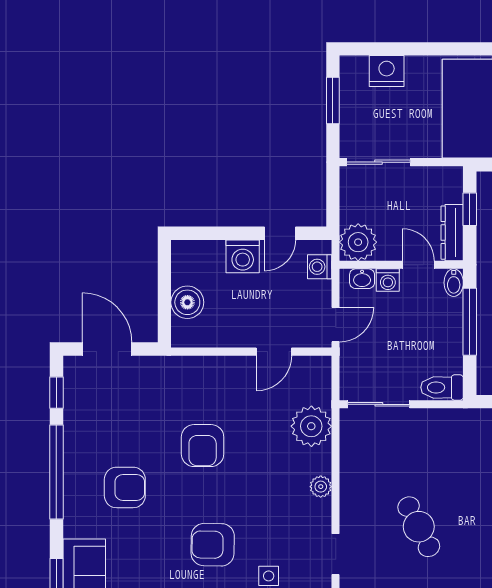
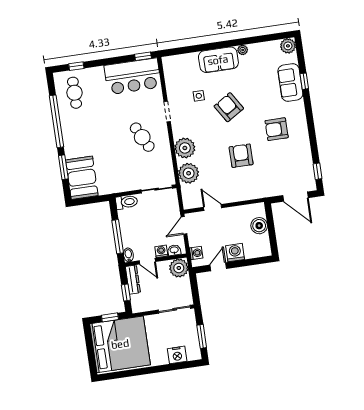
door: (274, 352) -> (213, 207), hinge flipped
window: (56, 472) -> (312, 132), removed
plant: (321, 487) -> (185, 148), width x1.87, depth x1.87
cafe table: (419, 527) -> (142, 137), moved
armchair: (213, 545) -> (229, 107), turned -123

